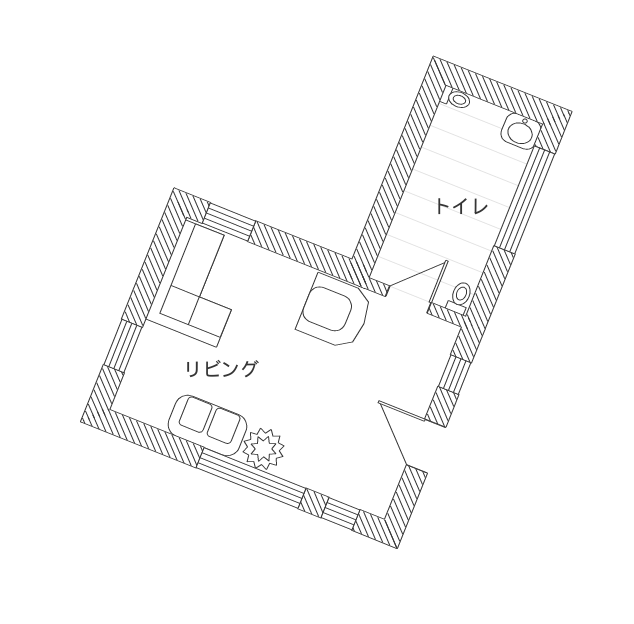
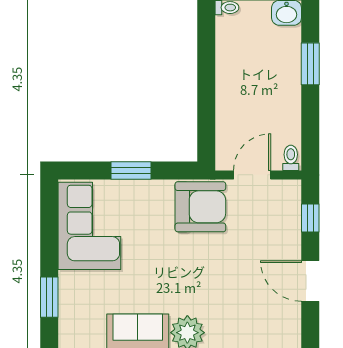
window: (525, 200) -> (310, 64), width x0.47
window: (229, 222) -> (131, 171), moved
armchair: (335, 312) -> (200, 207), turned 180

